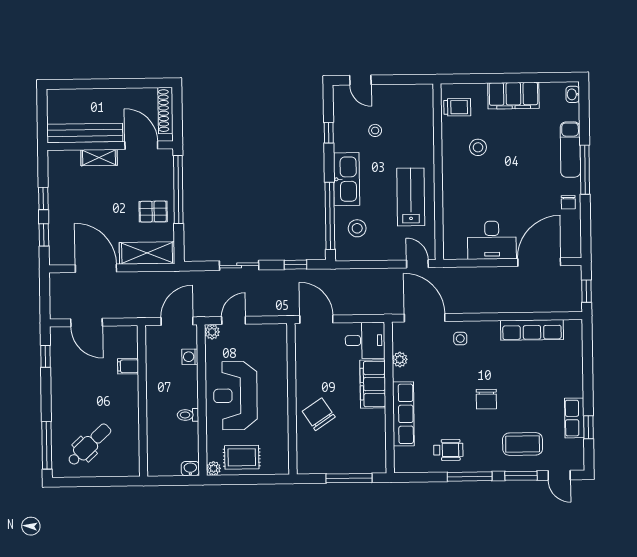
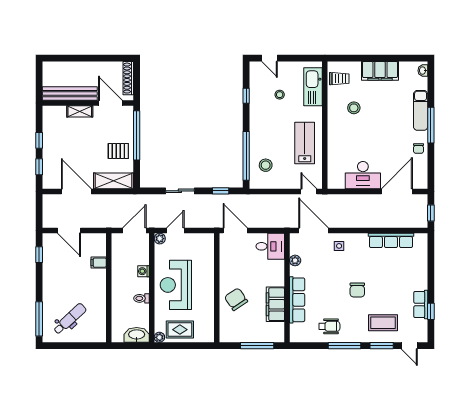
kitchen sink: (347, 179) -> (313, 87), moved, turned 180
washing machine: (190, 357) -> (143, 271), moved
filing cabinet: (373, 384) -> (275, 304), moved
washbasin: (190, 469) -> (137, 335), width x1.91, depth x1.45

